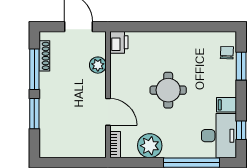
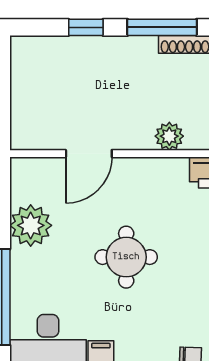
window: (34, 114) -> (86, 27), width x0.67
bookcase: (115, 145) -> (33, 166), removed

